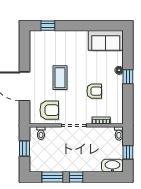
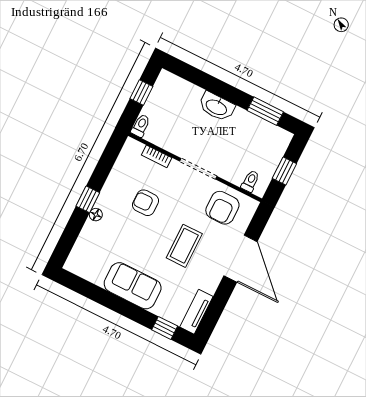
sofa: (106, 40) -> (133, 286), moved
tv unit: (34, 44) -> (196, 312), added
armchair: (49, 110) -> (222, 208), turned -90
washbasin: (112, 166) -> (217, 107), moved
window: (76, 177) -> (232, 94), removed

